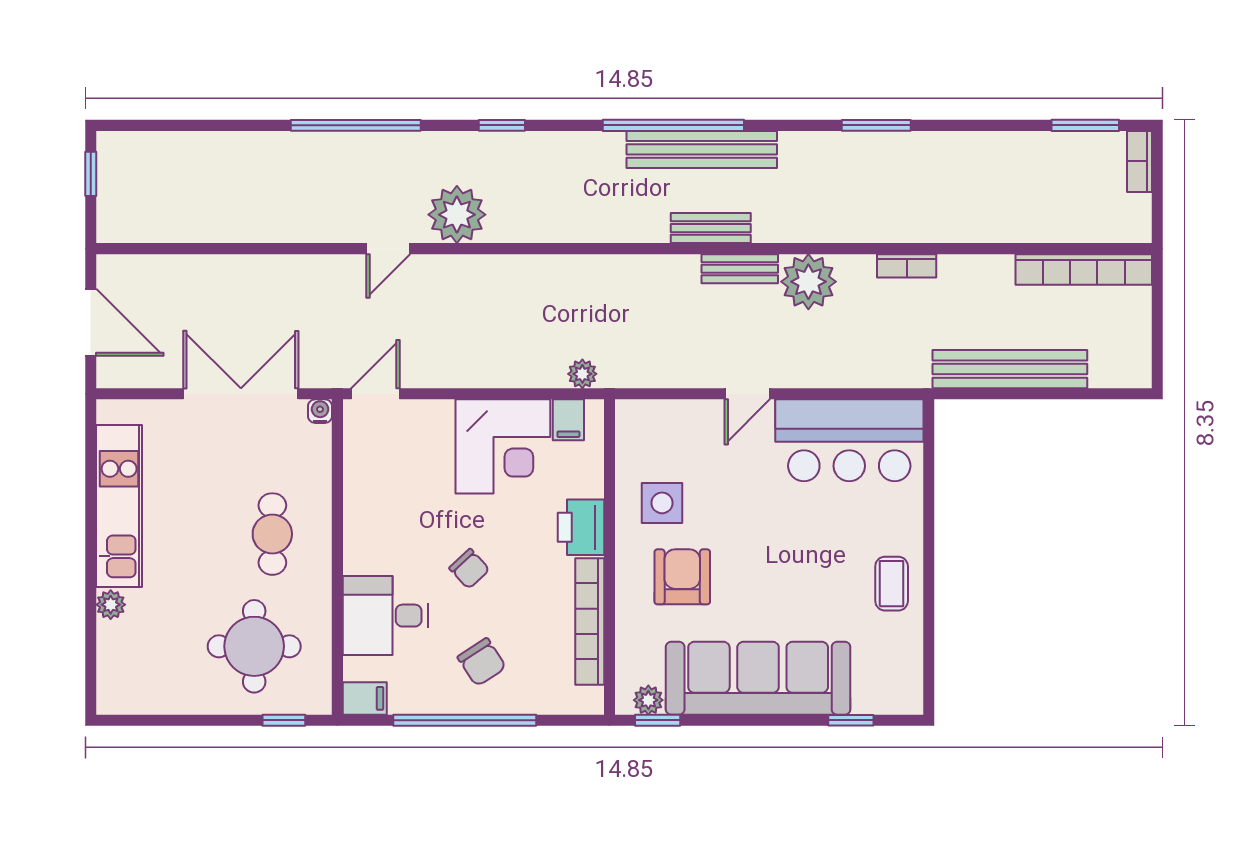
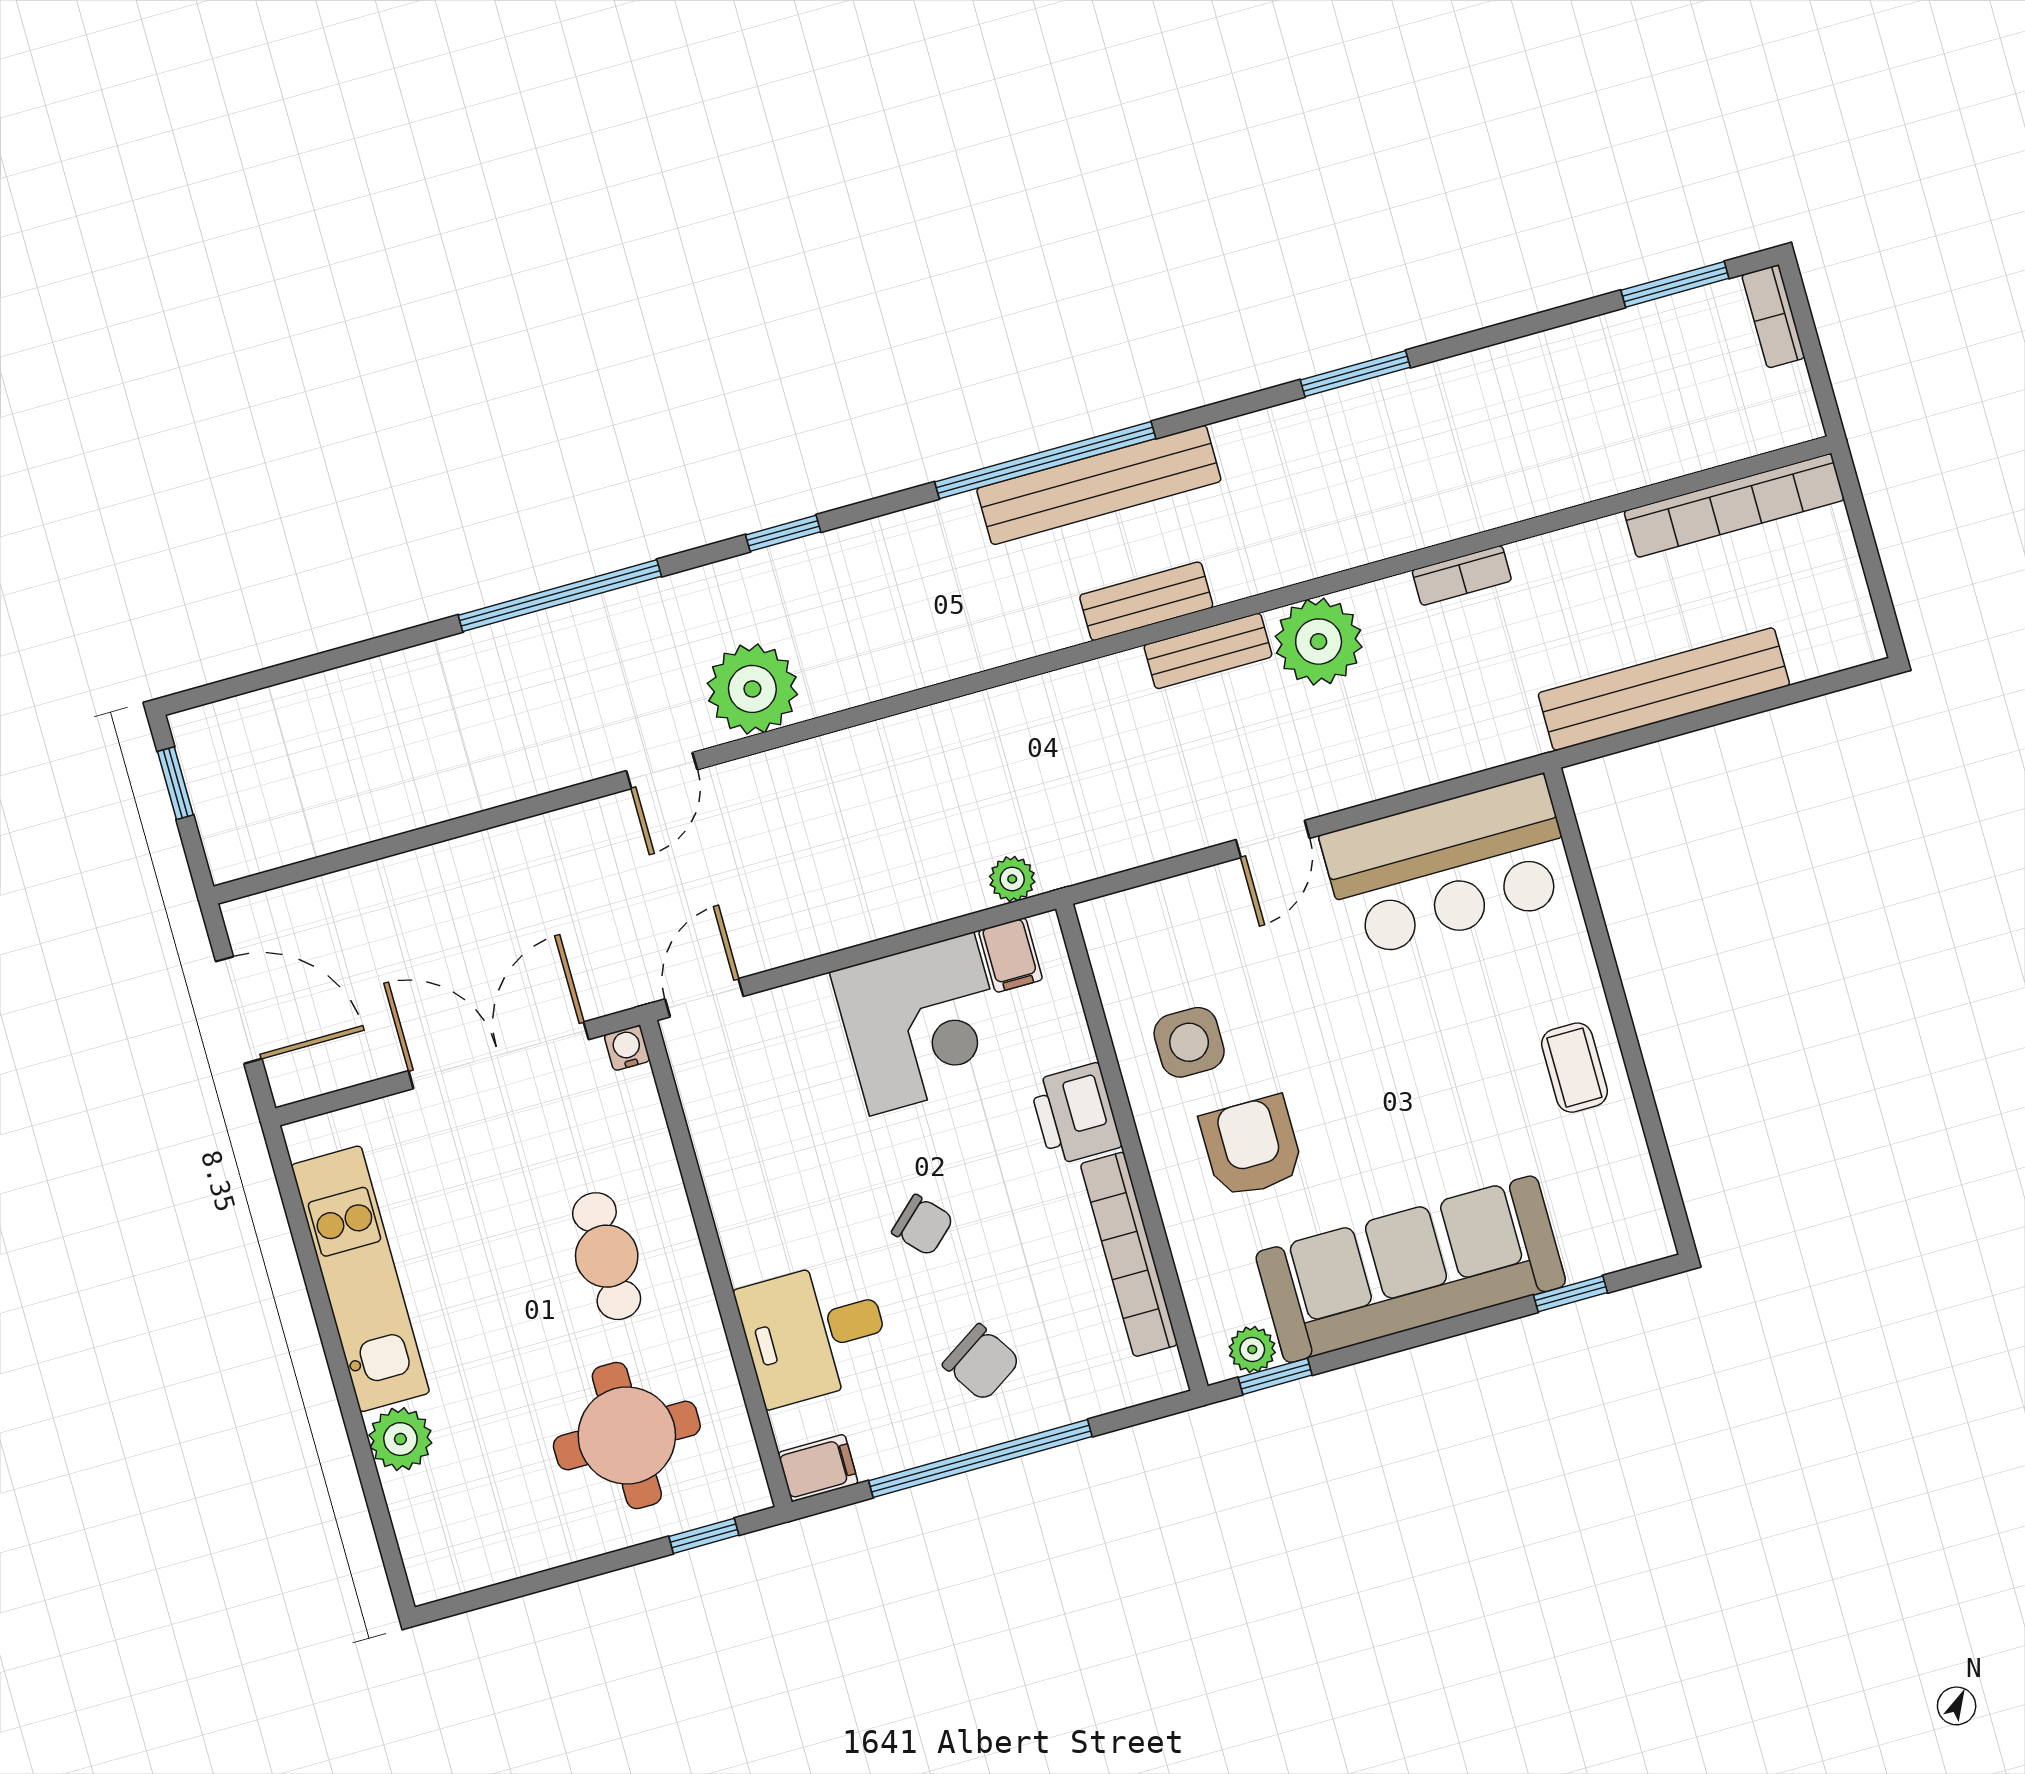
plant: (111, 605) -> (400, 1439), width x1.38, depth x1.38

